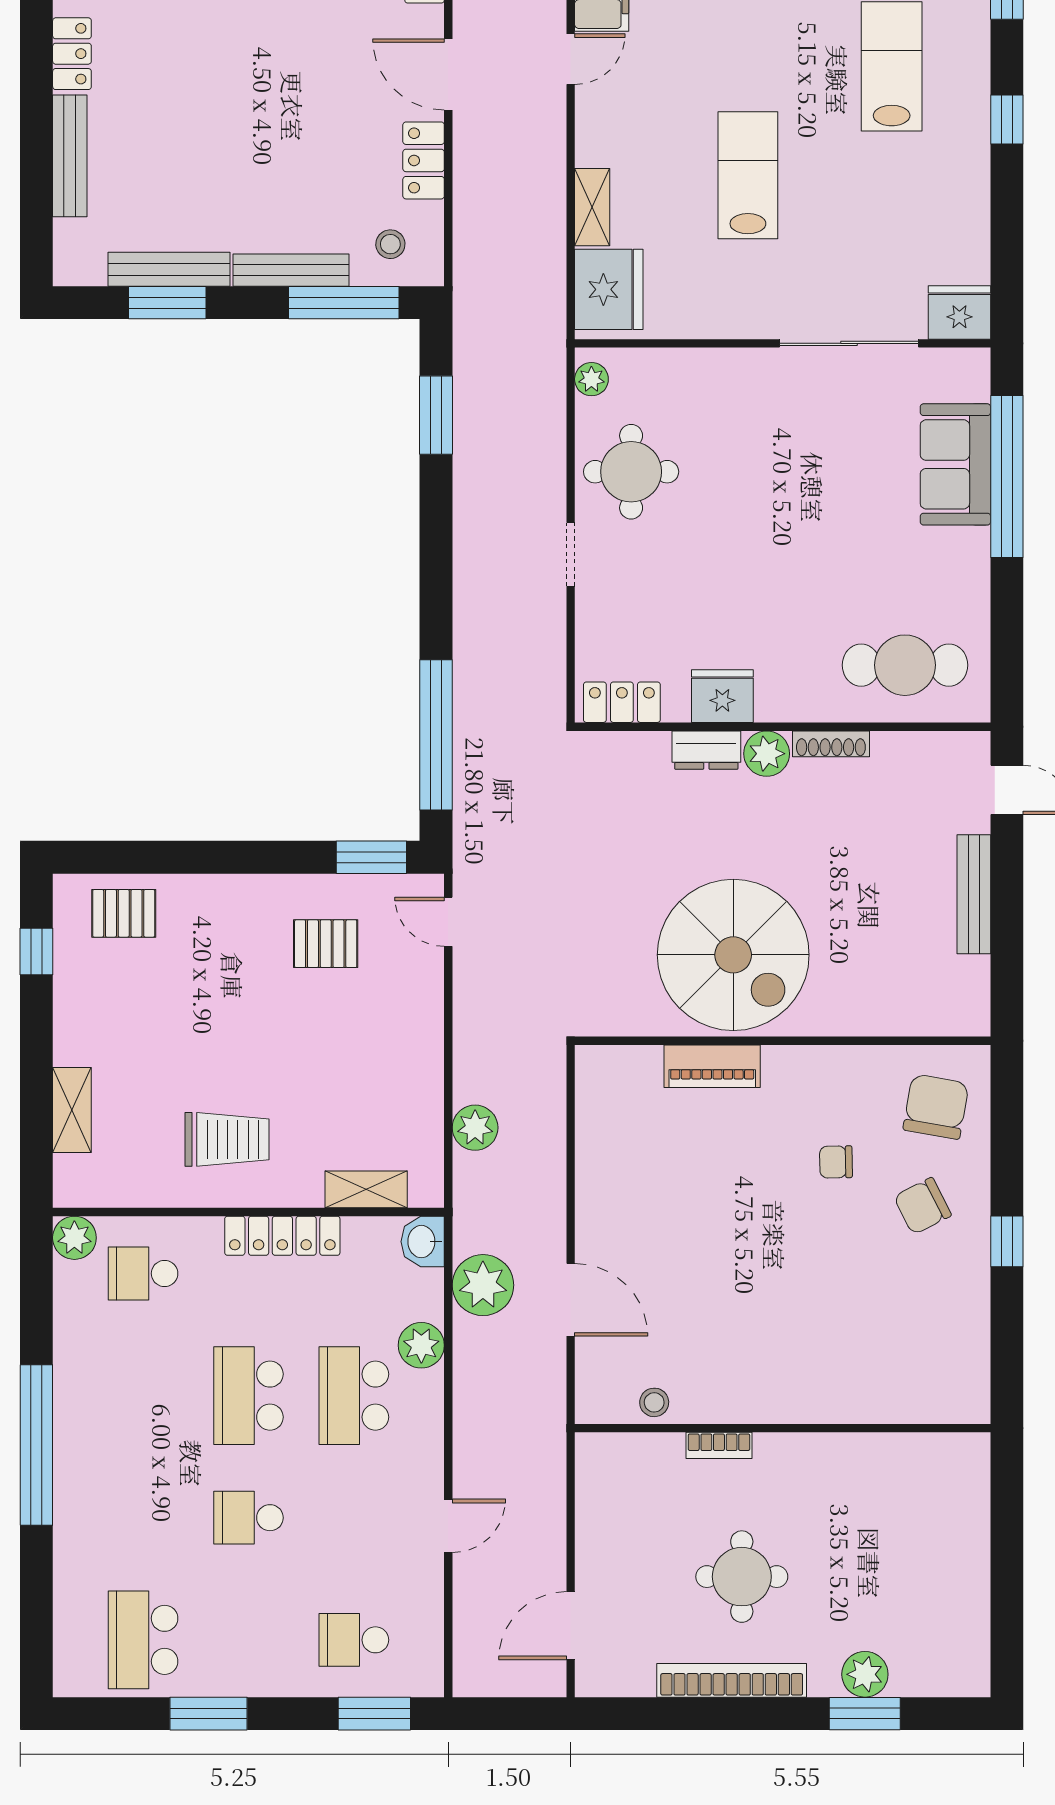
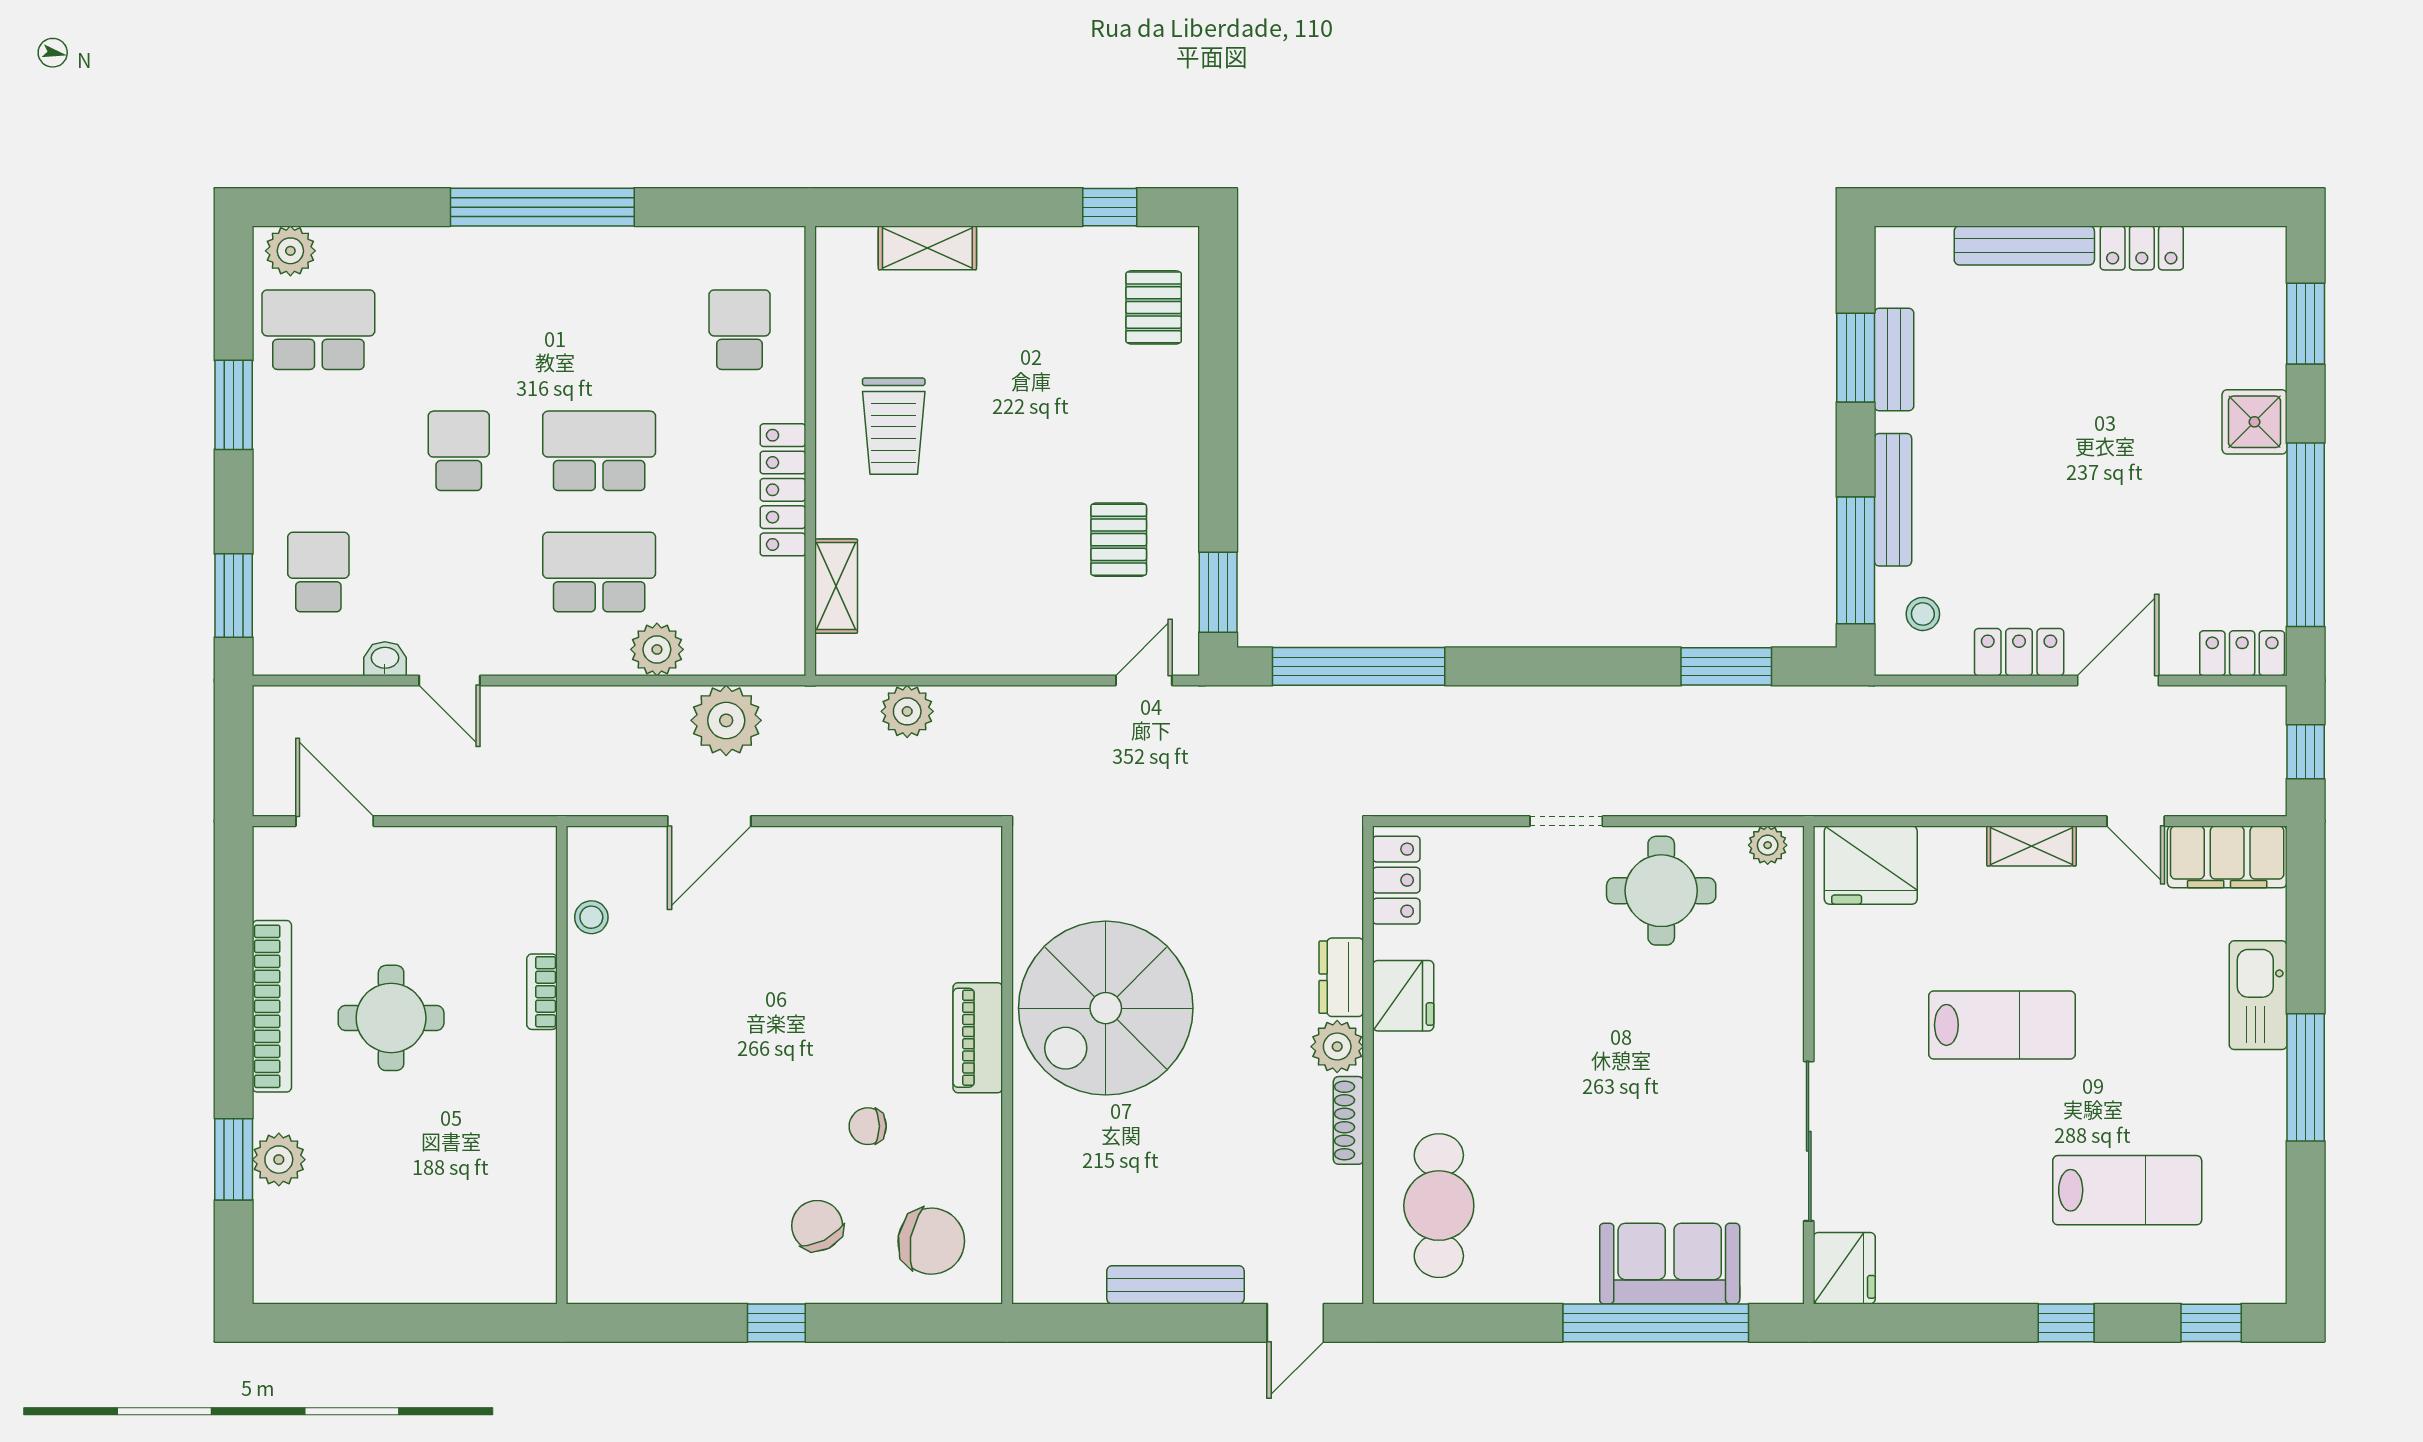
shelving: (592, 207) -> (2032, 846), moved
bench: (169, 269) -> (1894, 360), width x0.73
piano: (712, 1066) -> (978, 1038), moved
chair: (836, 1162) -> (868, 1126), turned -89
plant: (74, 1238) -> (290, 251), moved
washbasin: (423, 1242) -> (385, 659), moved, width x0.72, depth x0.69

